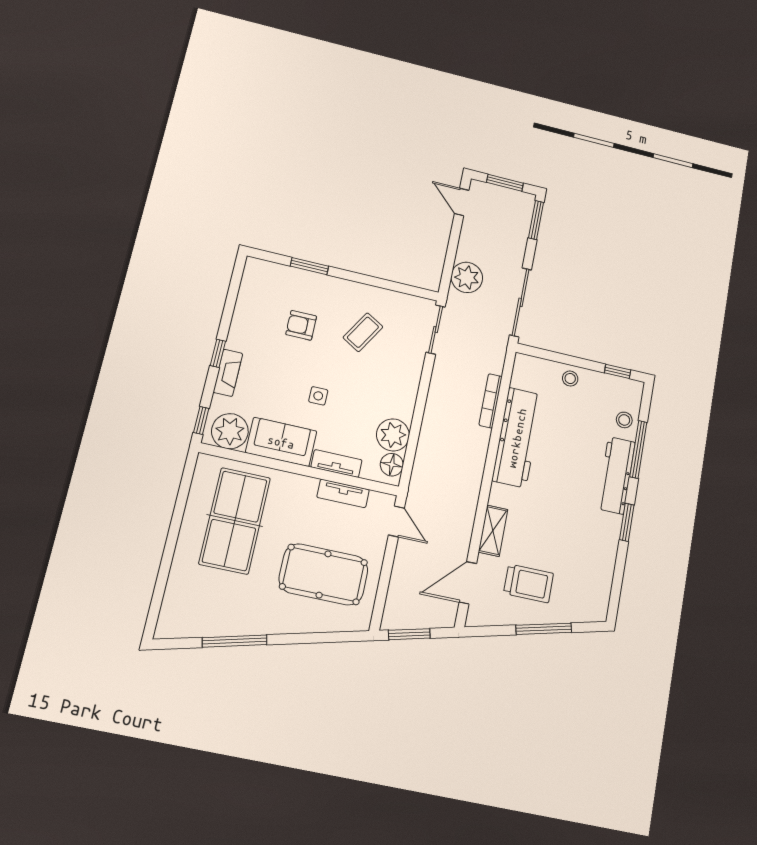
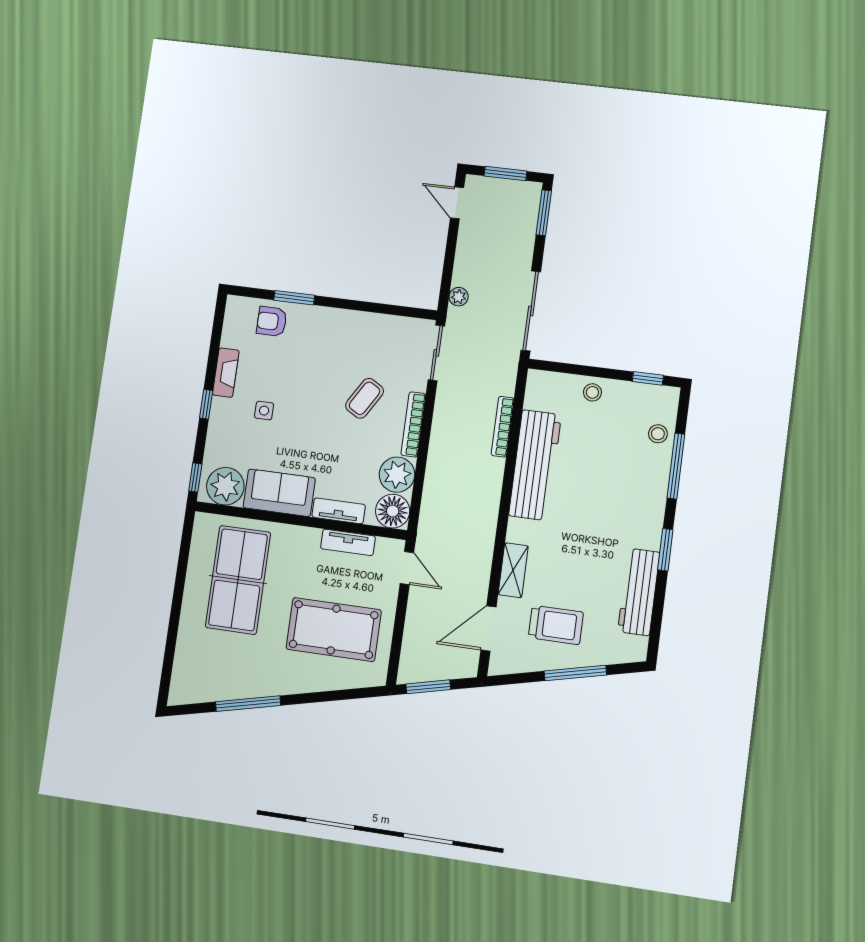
plant: (467, 277) -> (459, 297), width x0.53, depth x0.53
armchair: (301, 325) -> (272, 321), moved
coffee table: (363, 332) -> (365, 398), moved
fireplace: (228, 373) -> (226, 373), moved
bookcase: (411, 391) -> (413, 424), added
side table: (318, 396) -> (264, 411), moved
floor lamp: (392, 465) -> (393, 511), width x1.38, depth x1.38
workbench: (616, 475) -> (639, 592), moved

